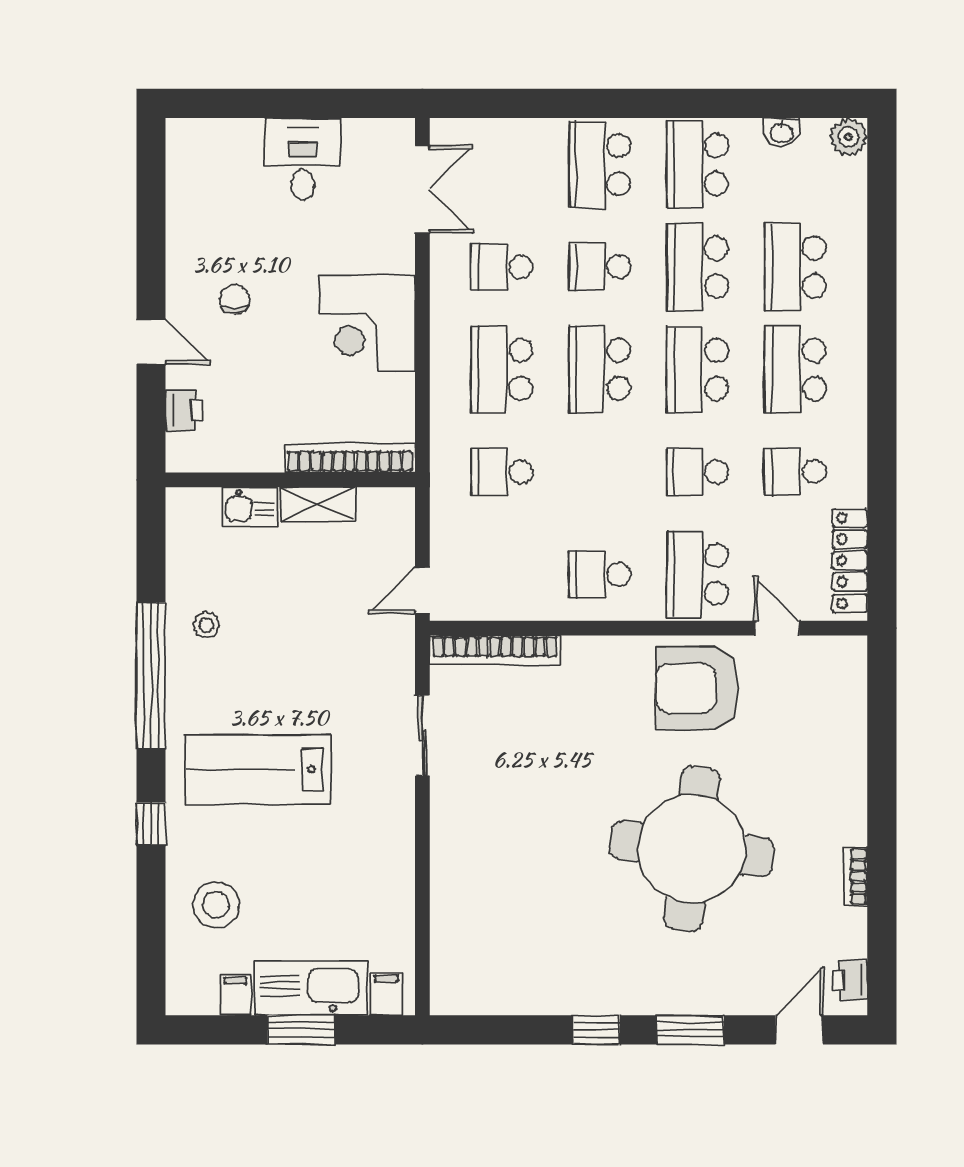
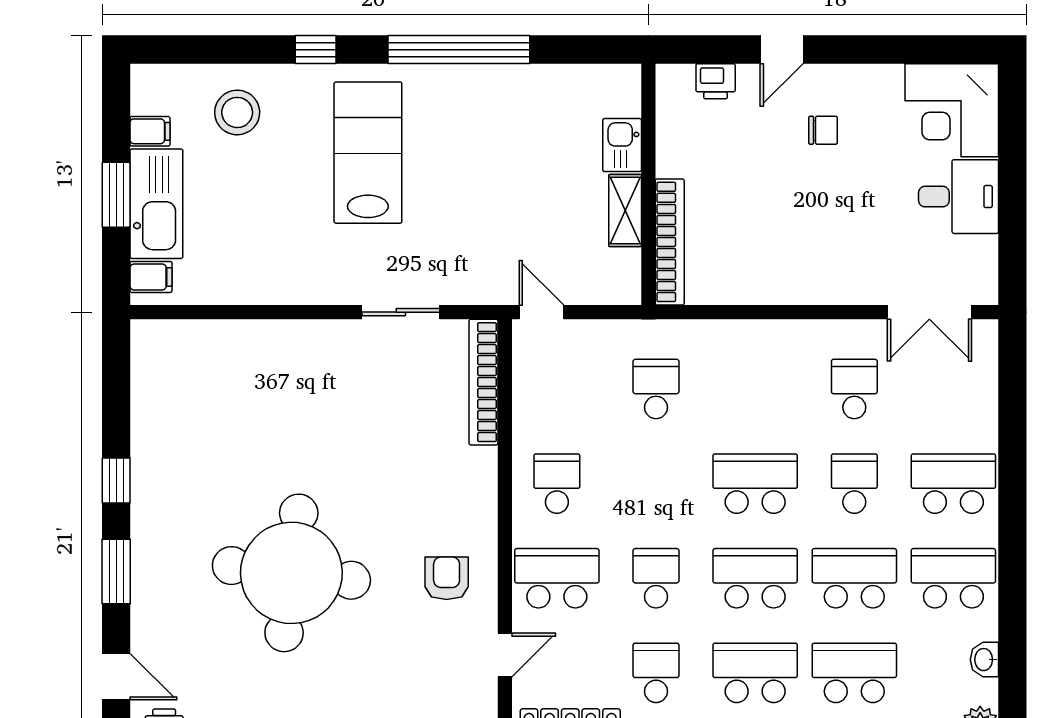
corner desk: (367, 323) -> (952, 110), moved, turned -90
school desk: (502, 369) -> (755, 389), removed
stool: (206, 625) -> (508, 103), removed
armchair: (697, 688) -> (447, 578), width x0.53, depth x0.53

